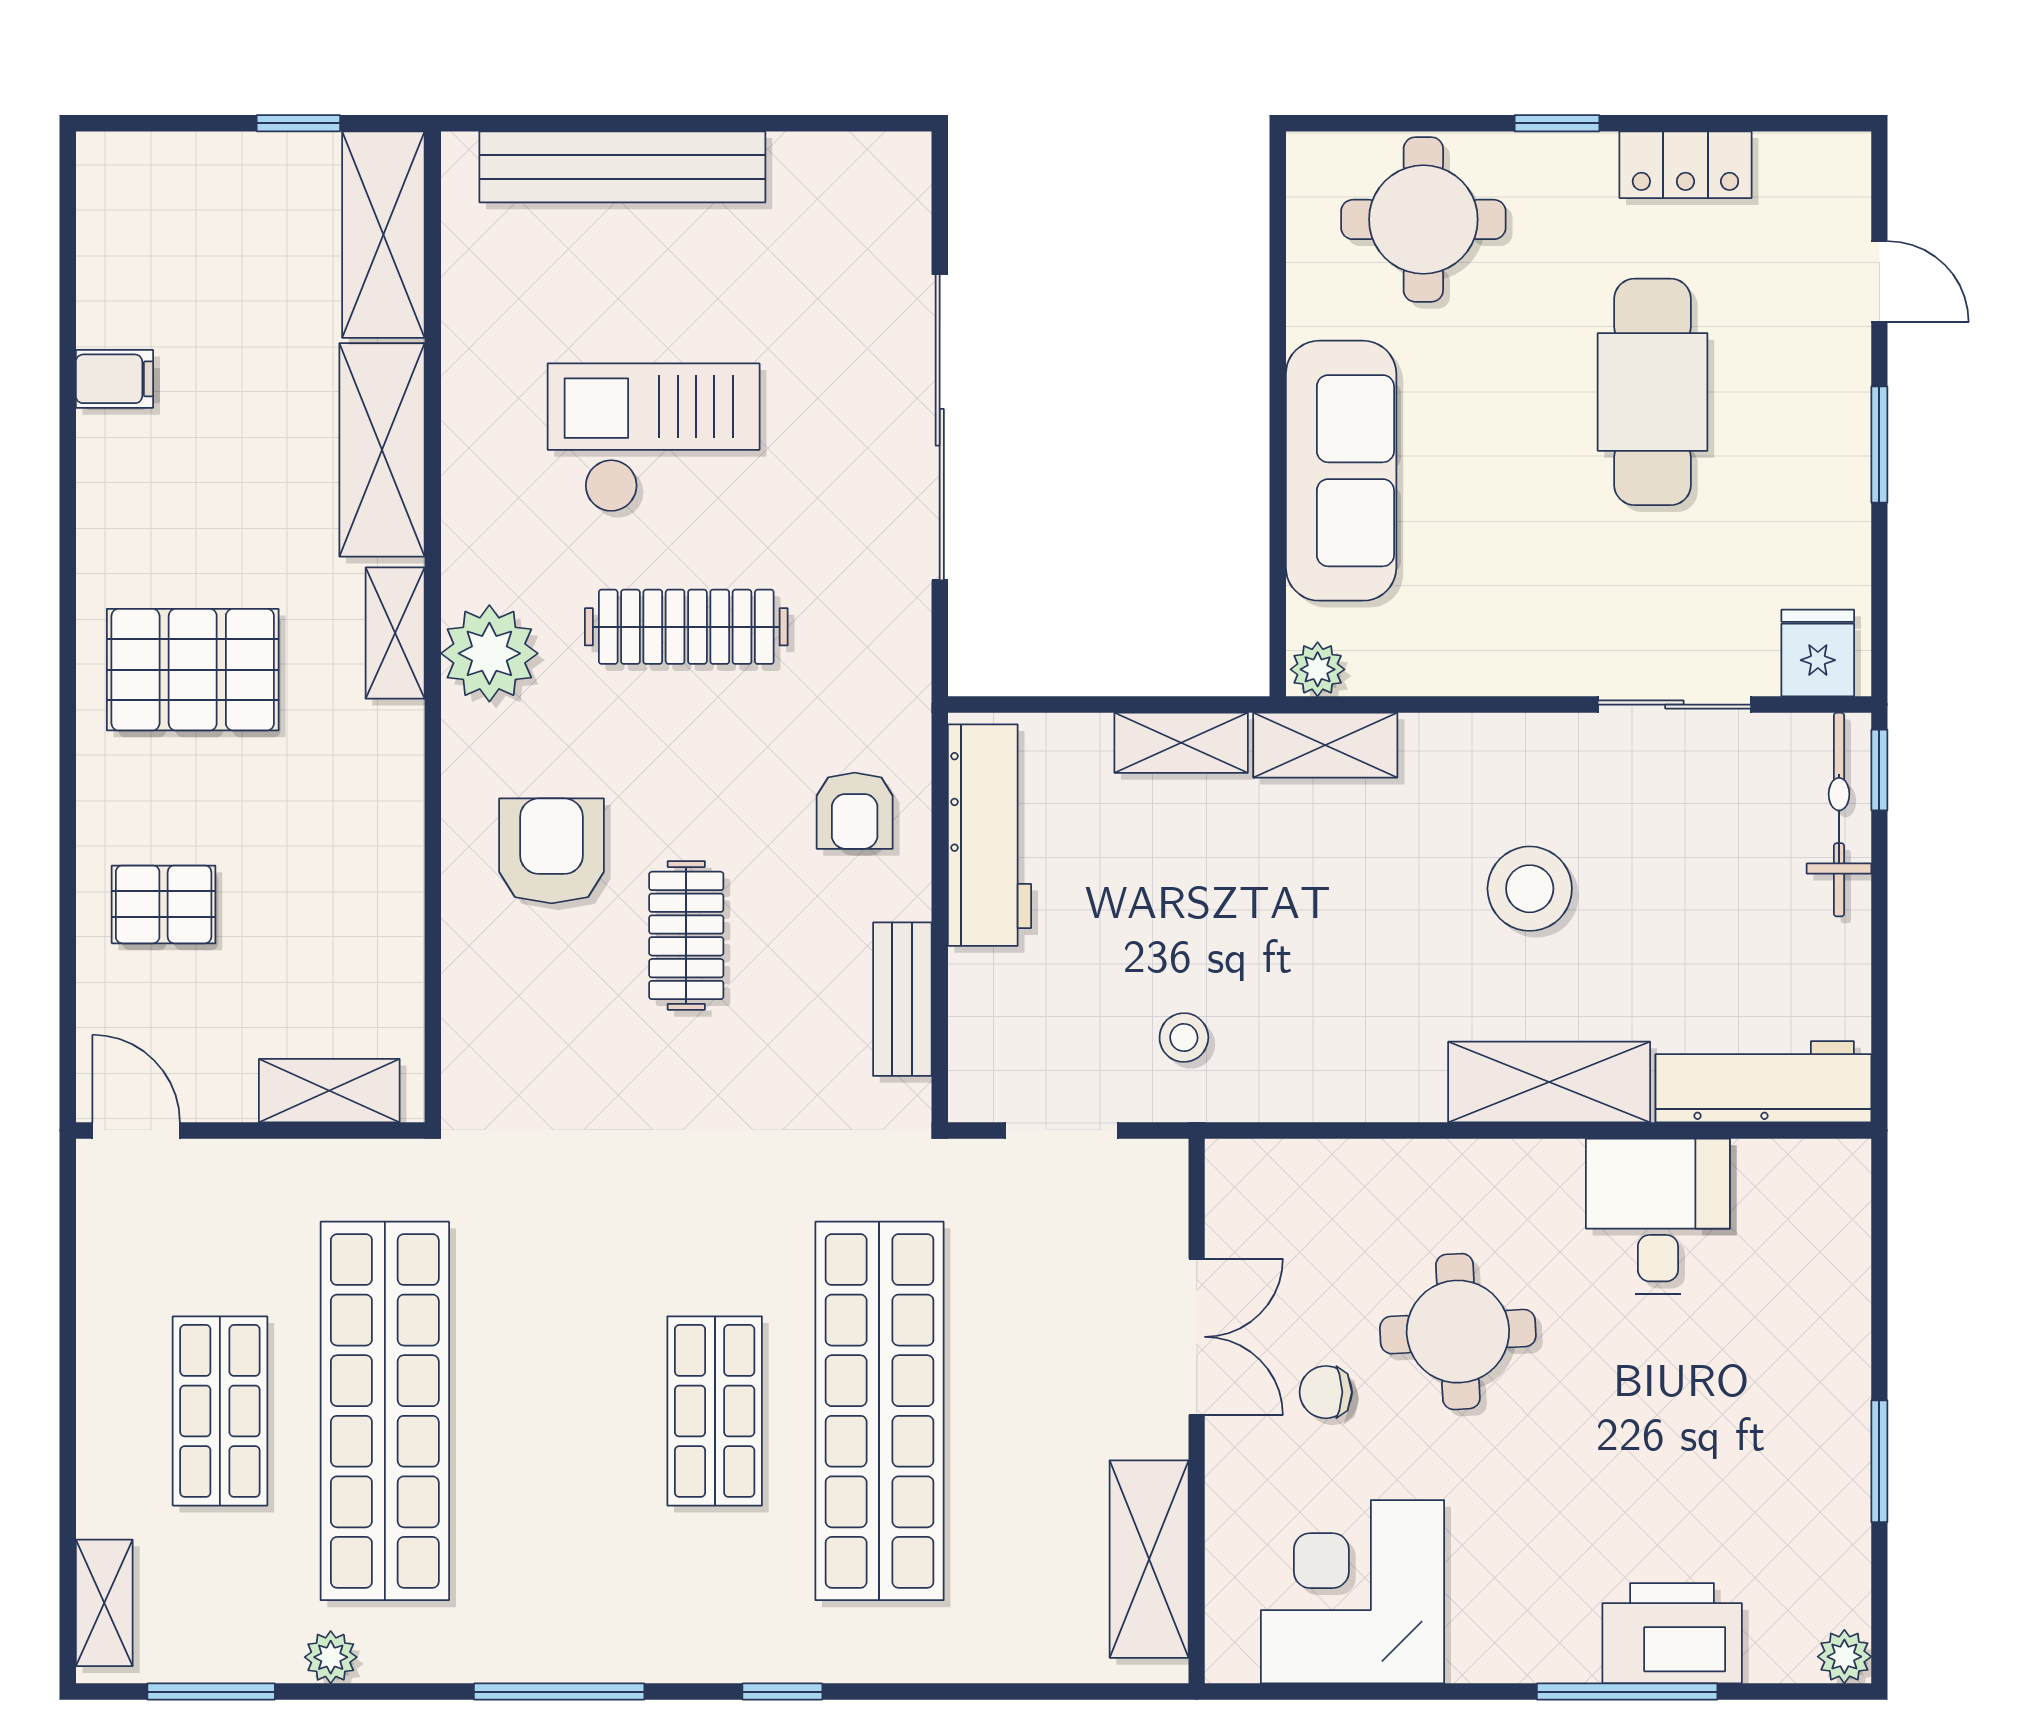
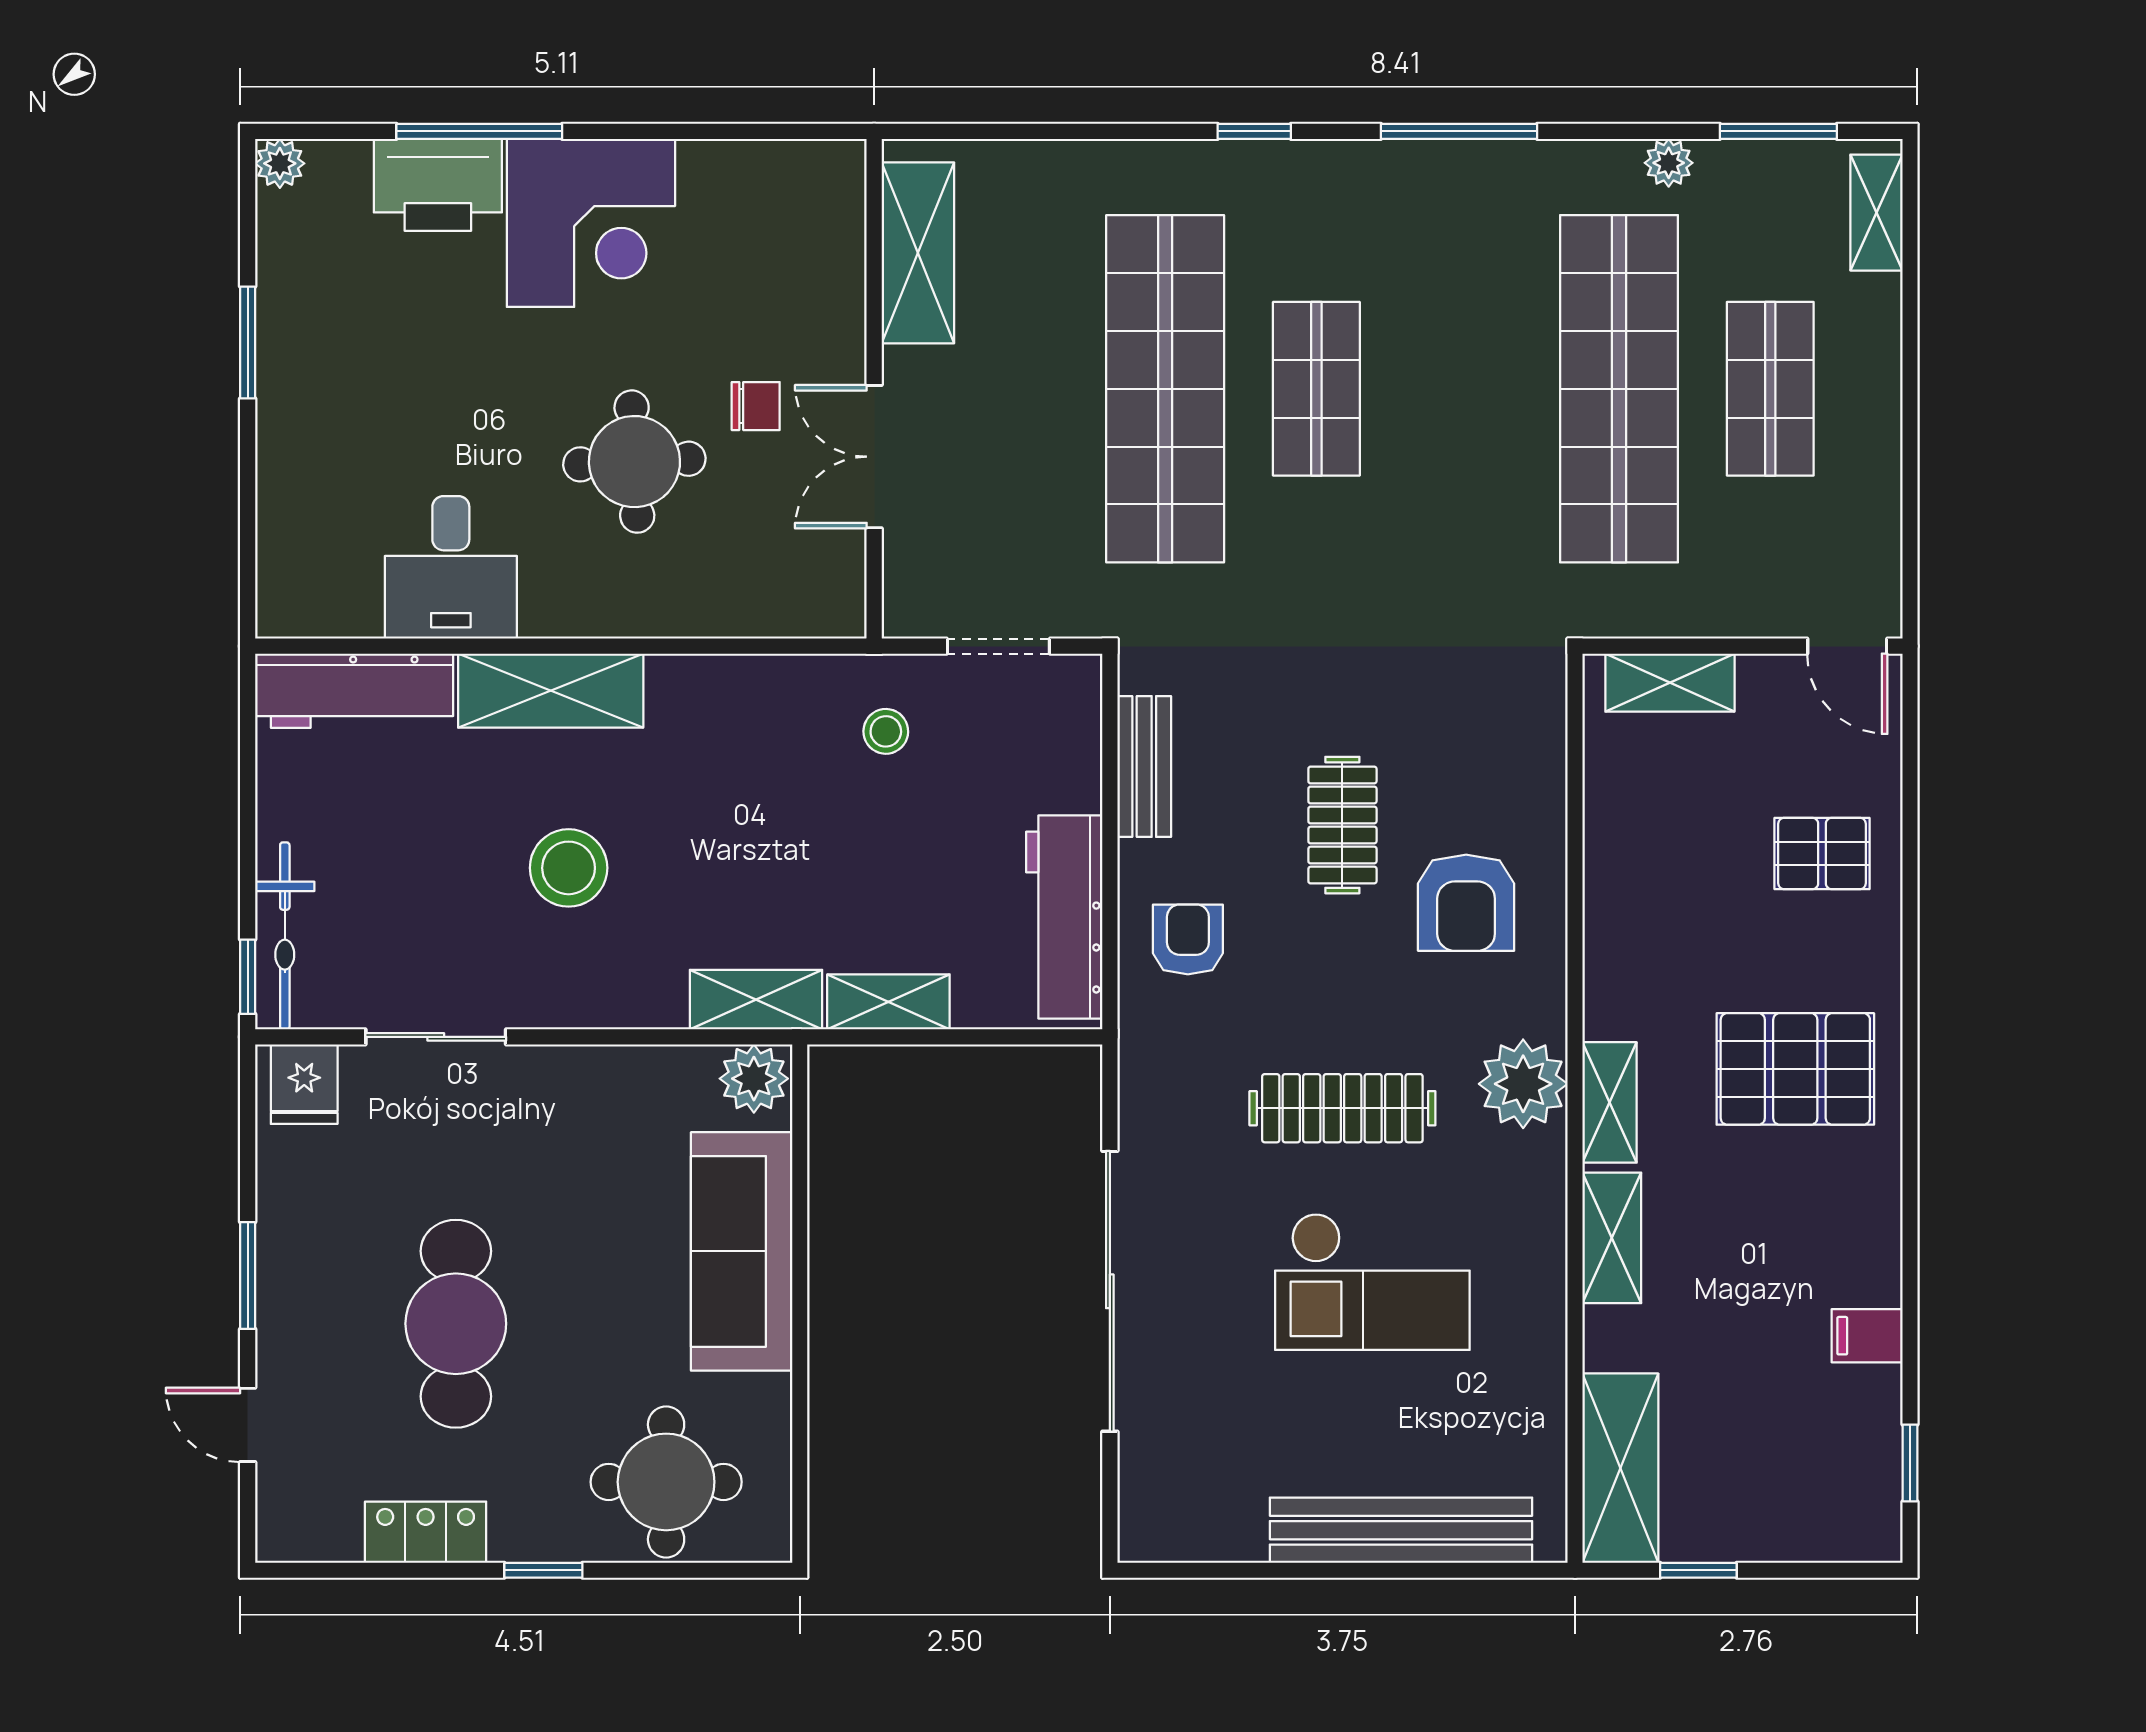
window: (68, 240) -> (1910, 1463), added
shelving: (382, 450) -> (1612, 1238), width x0.67, depth x0.75
plant: (1318, 669) -> (754, 1079), width x1.38, depth x1.38
corner desk: (1352, 1592) -> (591, 223), moved

